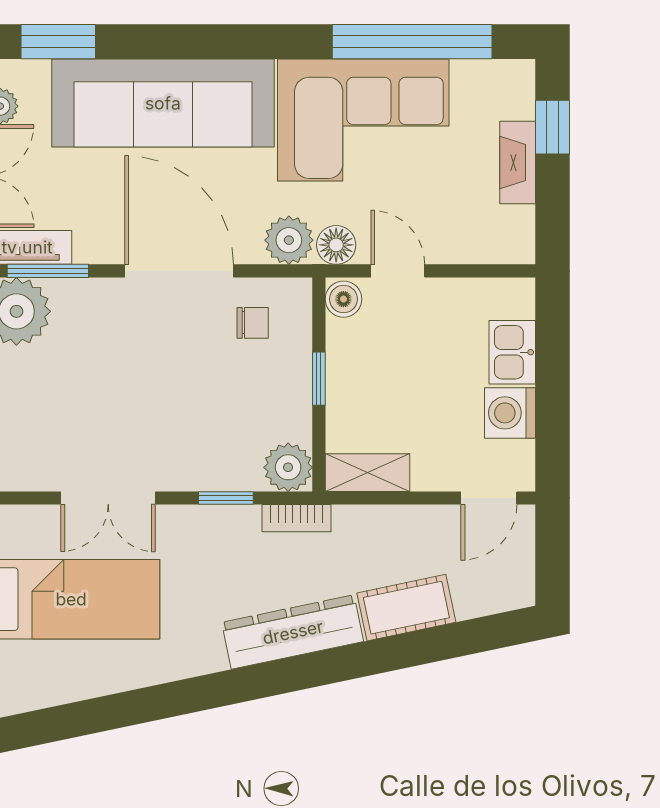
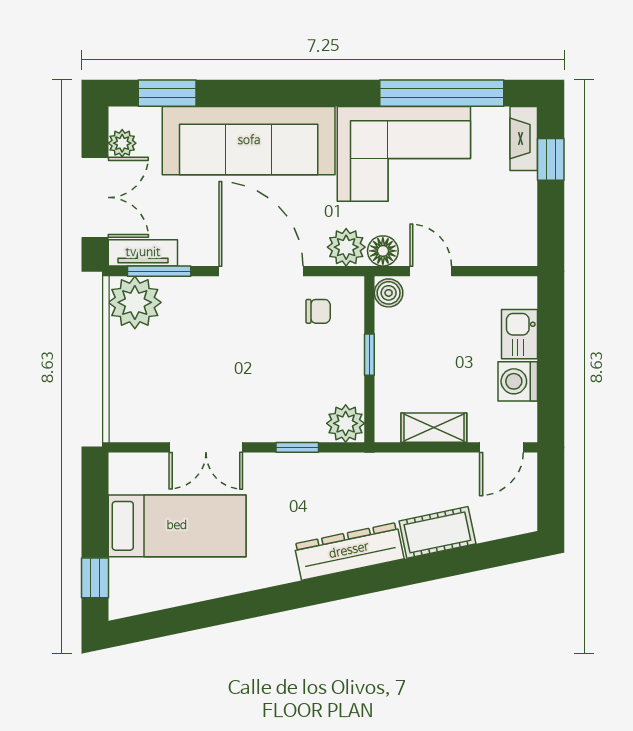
fireplace: (518, 163) -> (524, 138), moved
shelving: (367, 473) -> (434, 428), moved
bookcase: (297, 518) -> (352, 463), removed

